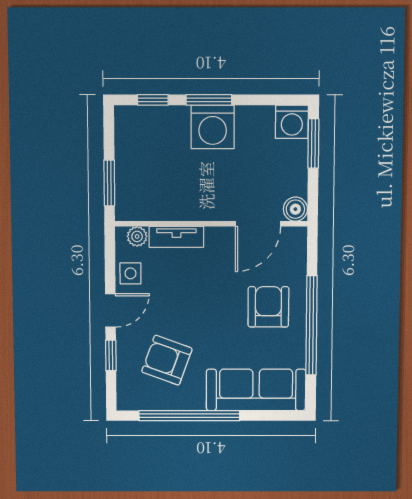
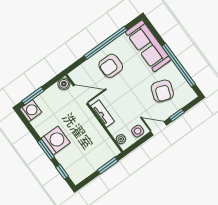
tv unit: (176, 237) -> (103, 114), moved

